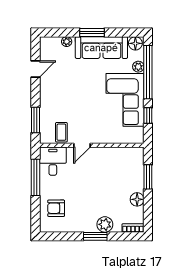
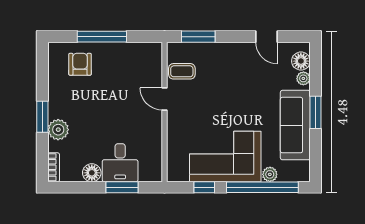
floor lamp: (135, 43) -> (301, 61), moved
desk: (53, 161) -> (120, 163), moved, turned 90
window: (36, 177) -> (102, 37), moved

